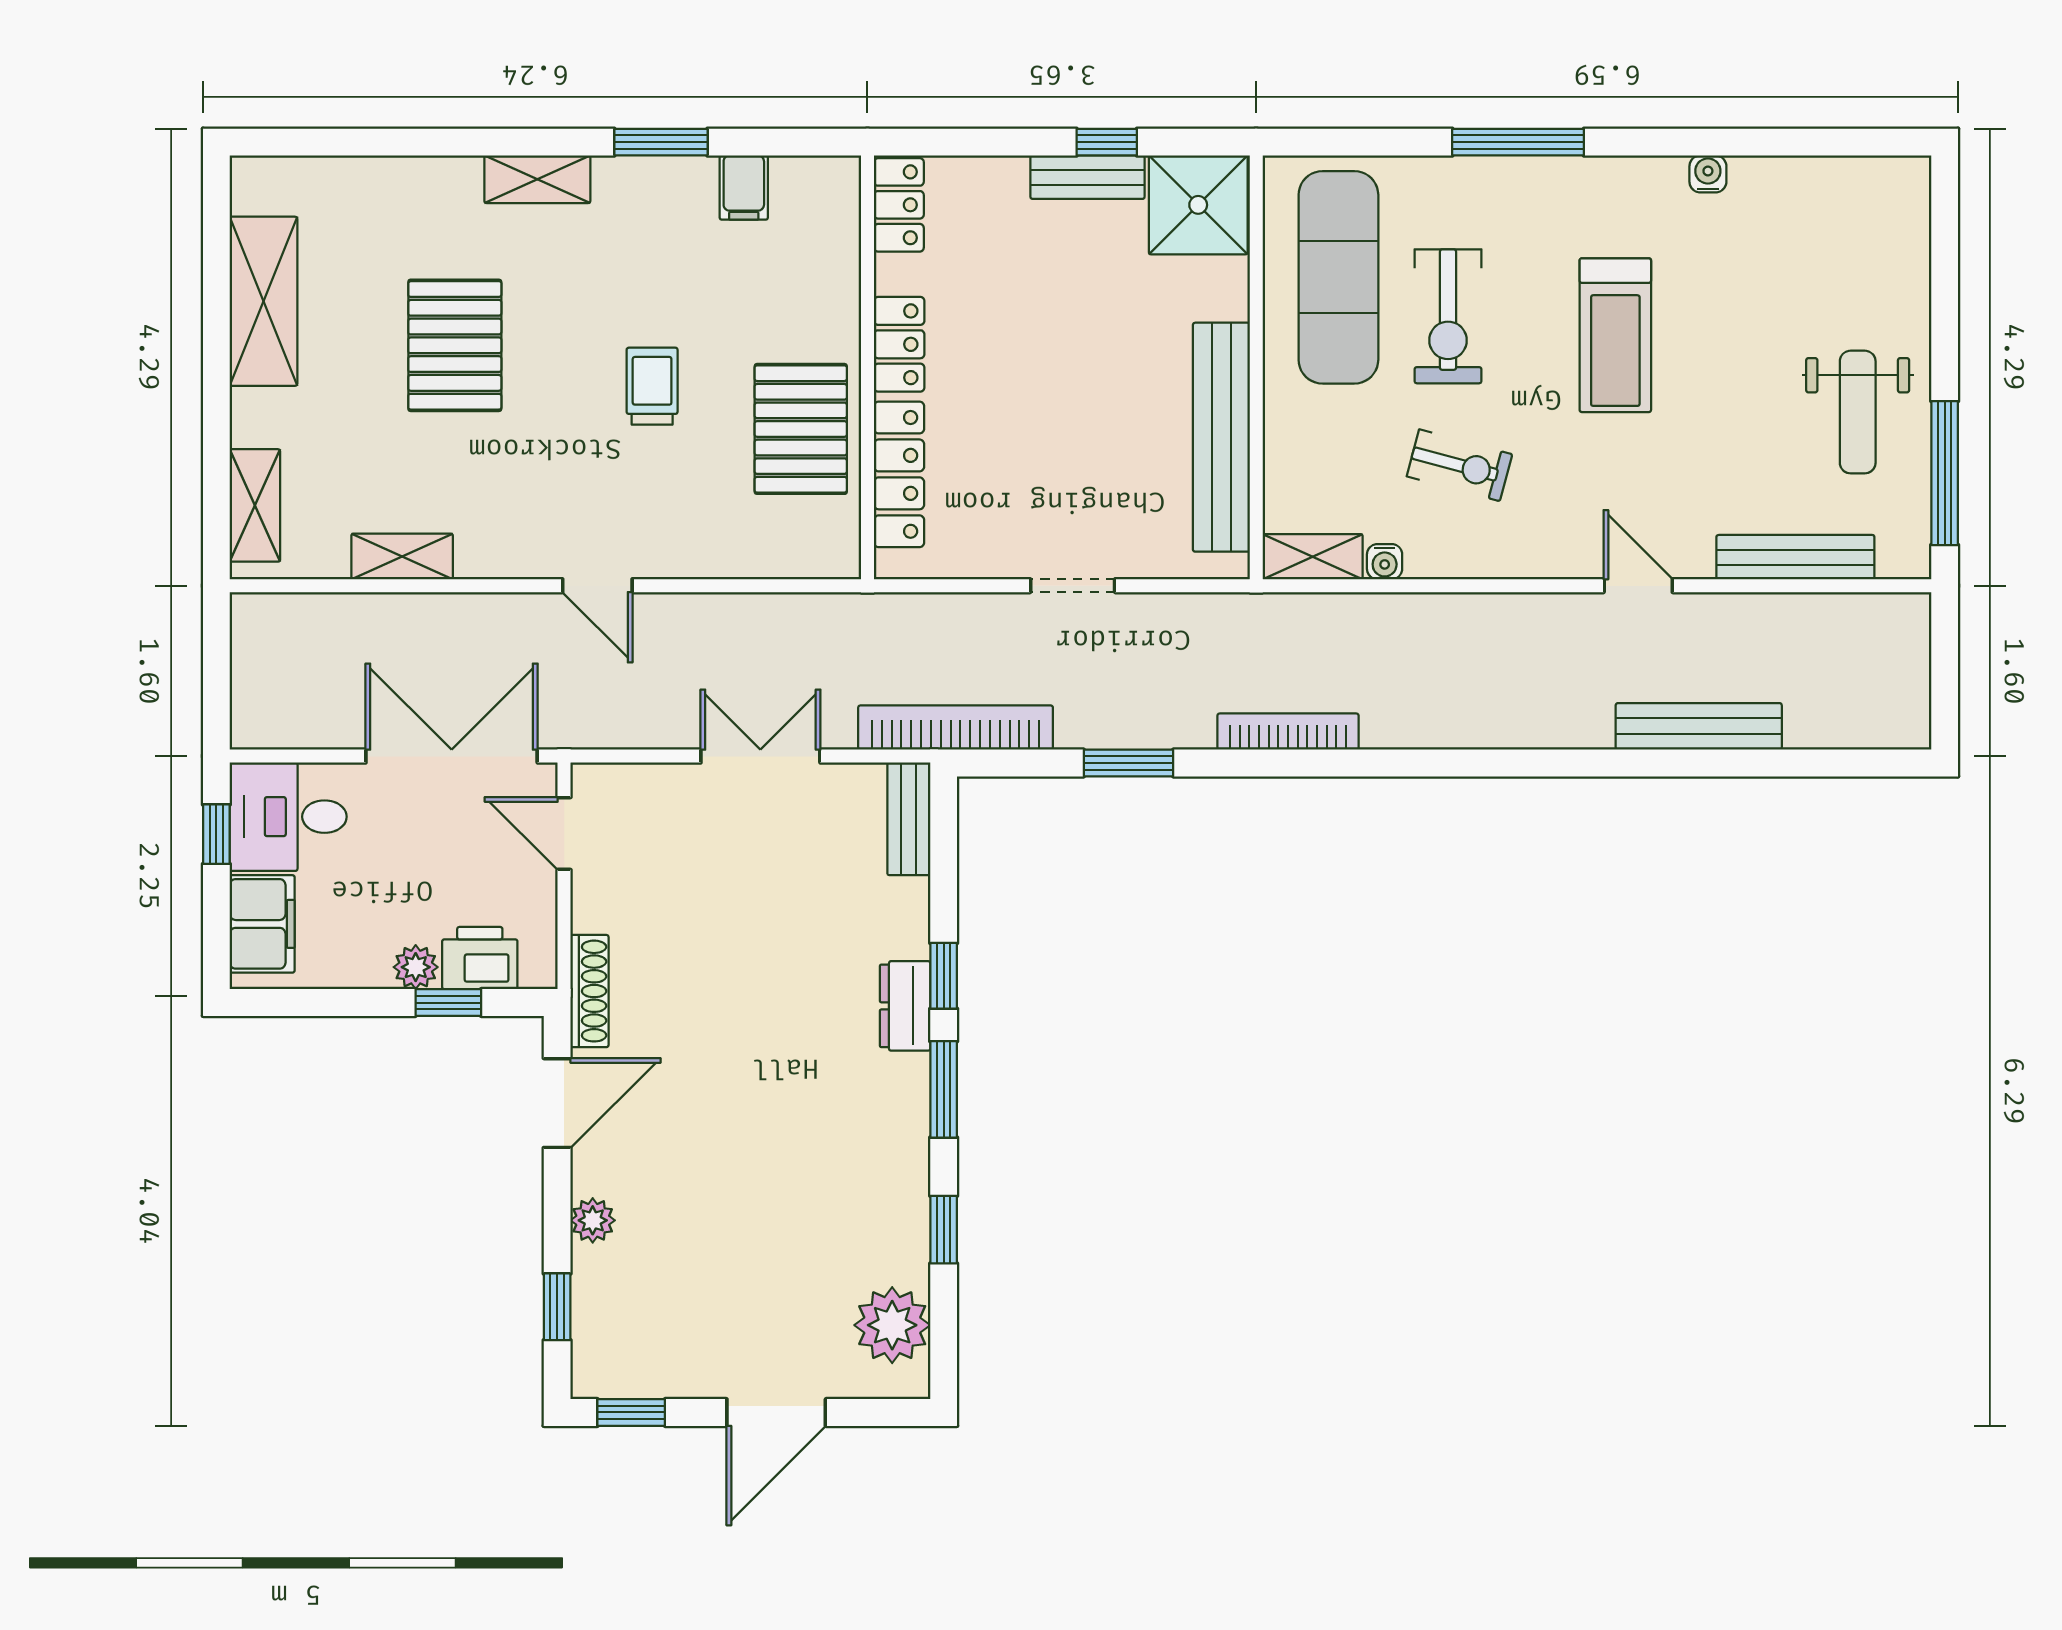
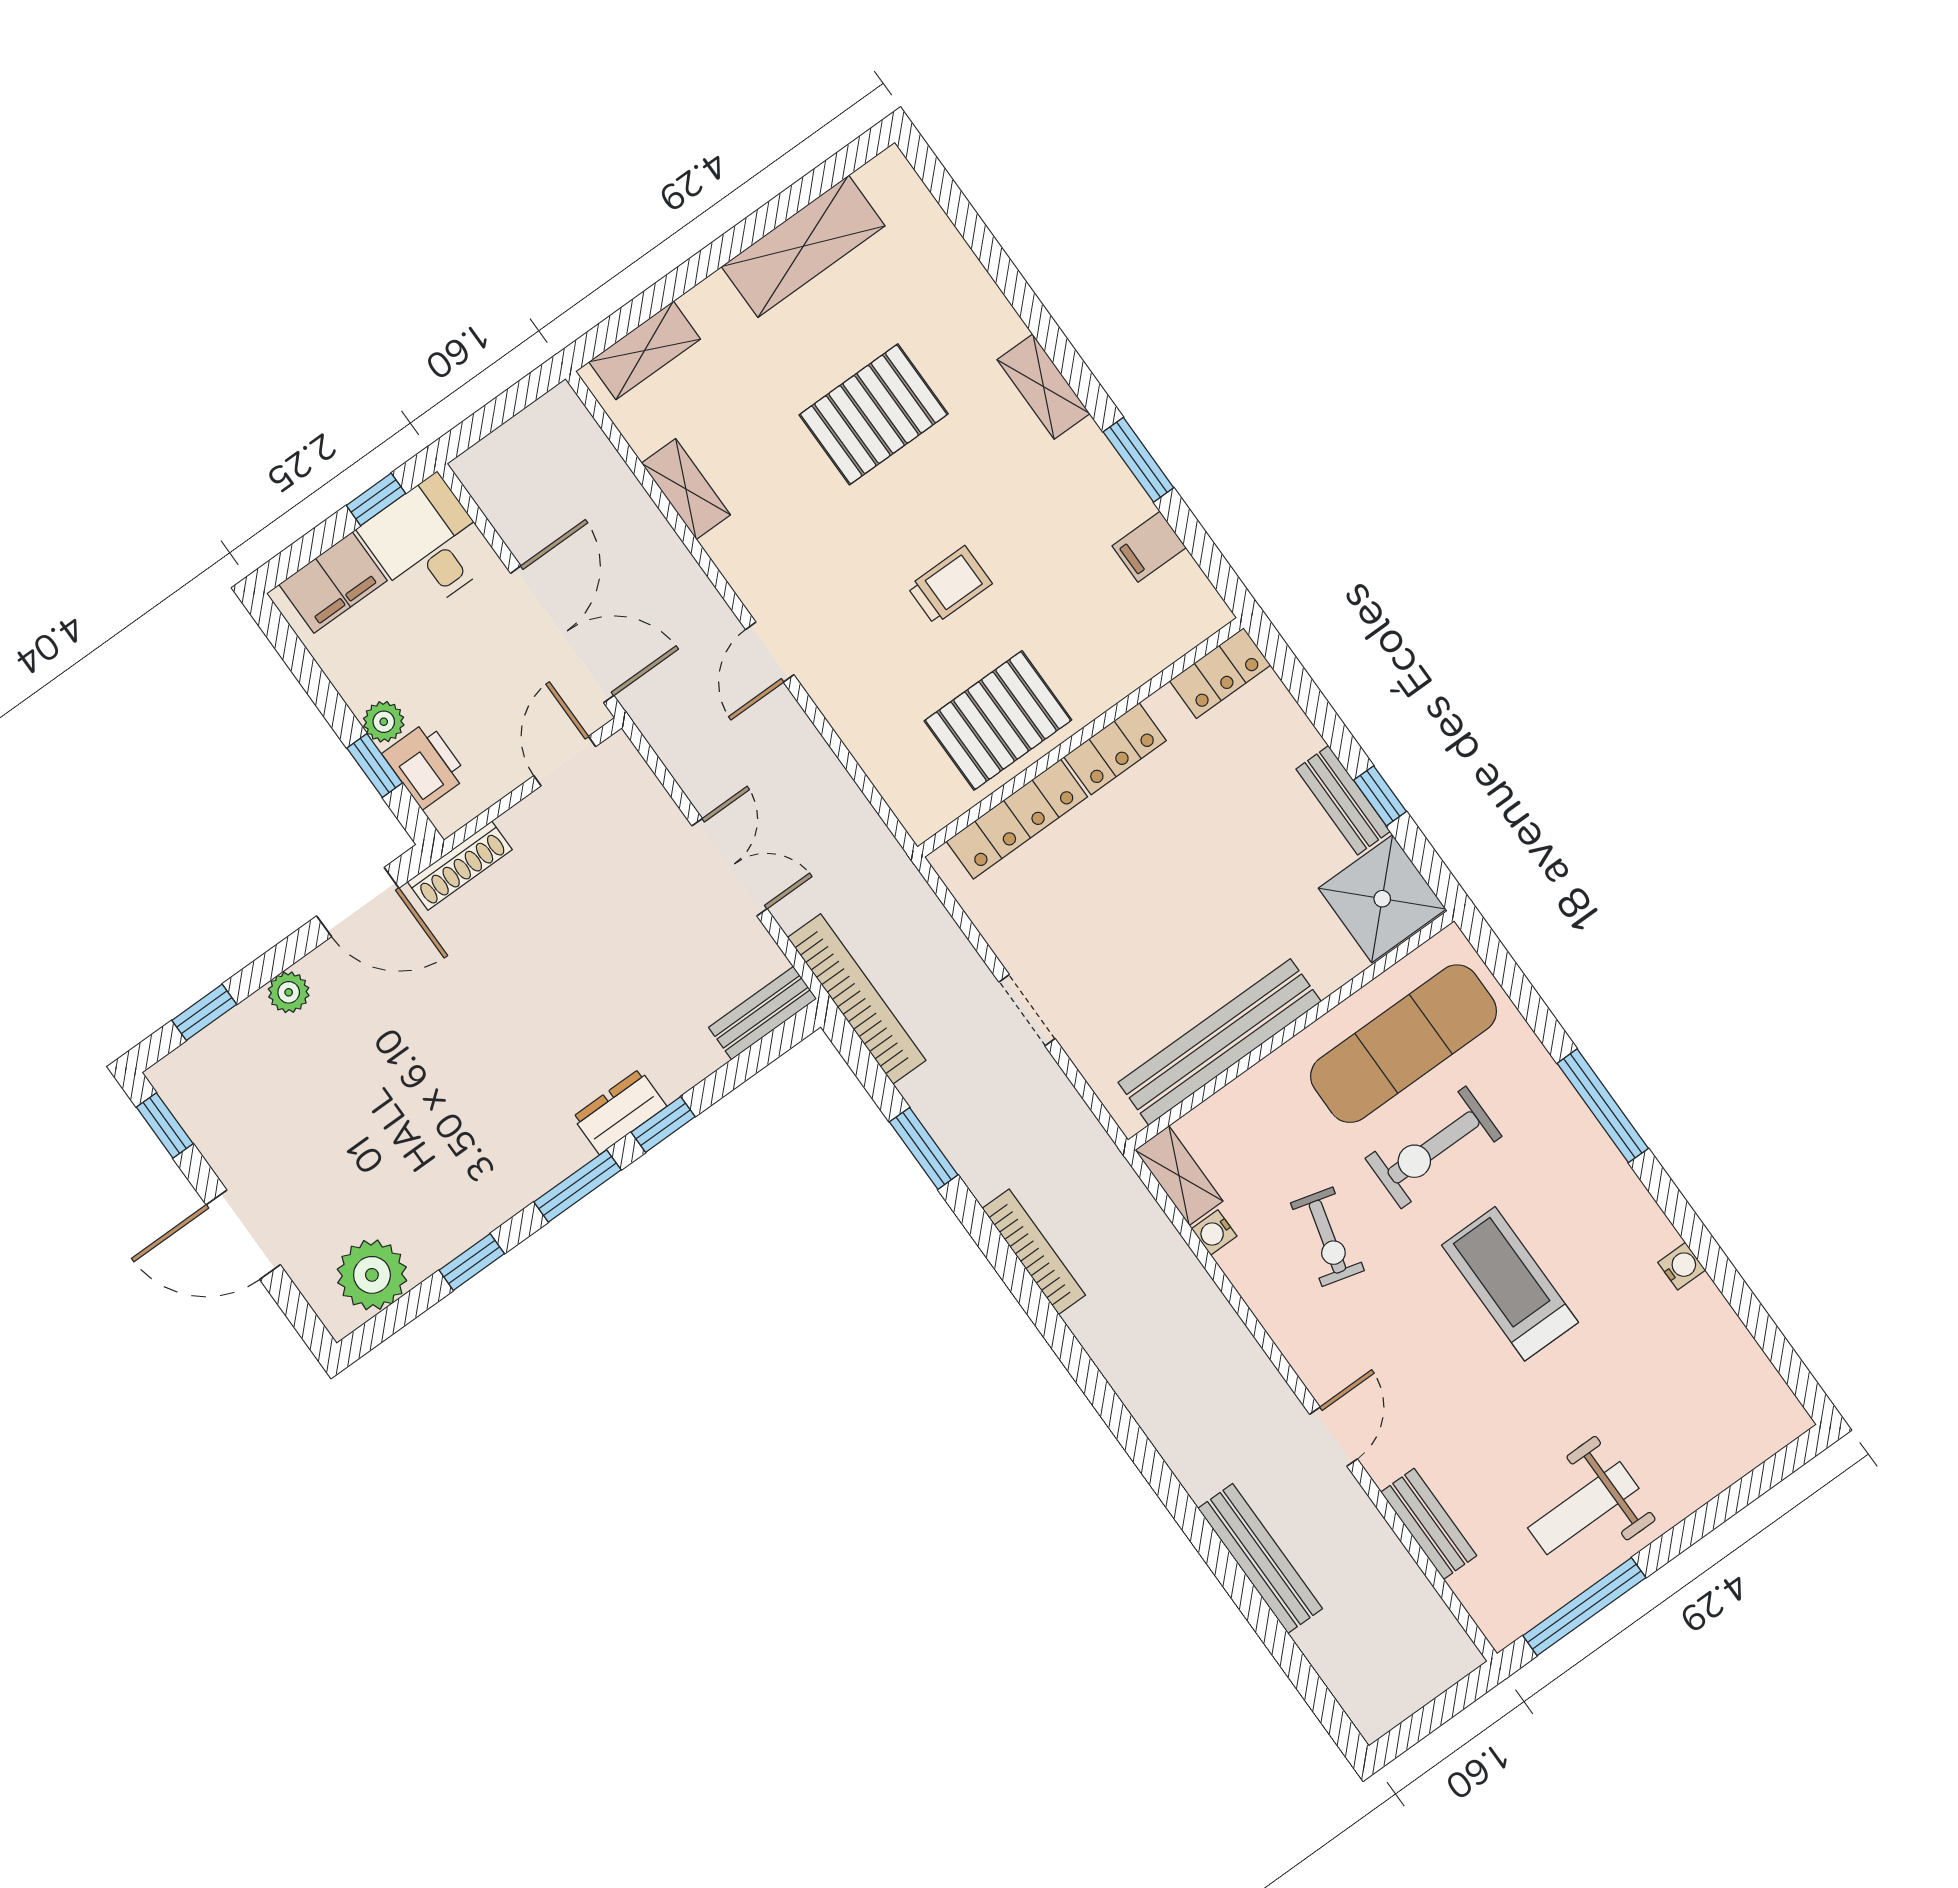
treadmill: (1615, 335) -> (1510, 1284), turned 90
bench: (1795, 557) -> (1429, 1524), width x0.73

